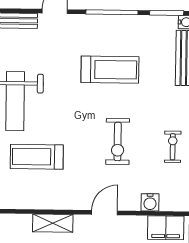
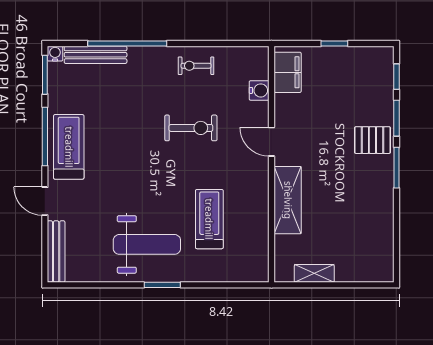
treadmill: (110, 70) -> (69, 147), moved
treadmill: (37, 157) -> (209, 219), turned 180
shelving: (53, 223) -> (288, 200), width x1.50, depth x1.33

